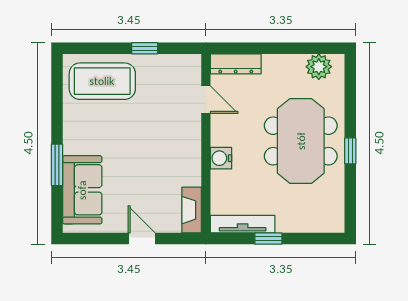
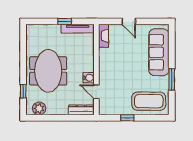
window: (350, 151) -> (23, 91), moved
water cooler: (221, 158) -> (89, 78), moved
window: (57, 165) -> (172, 80), moved
sofa: (82, 190) -> (159, 52), width x1.36

